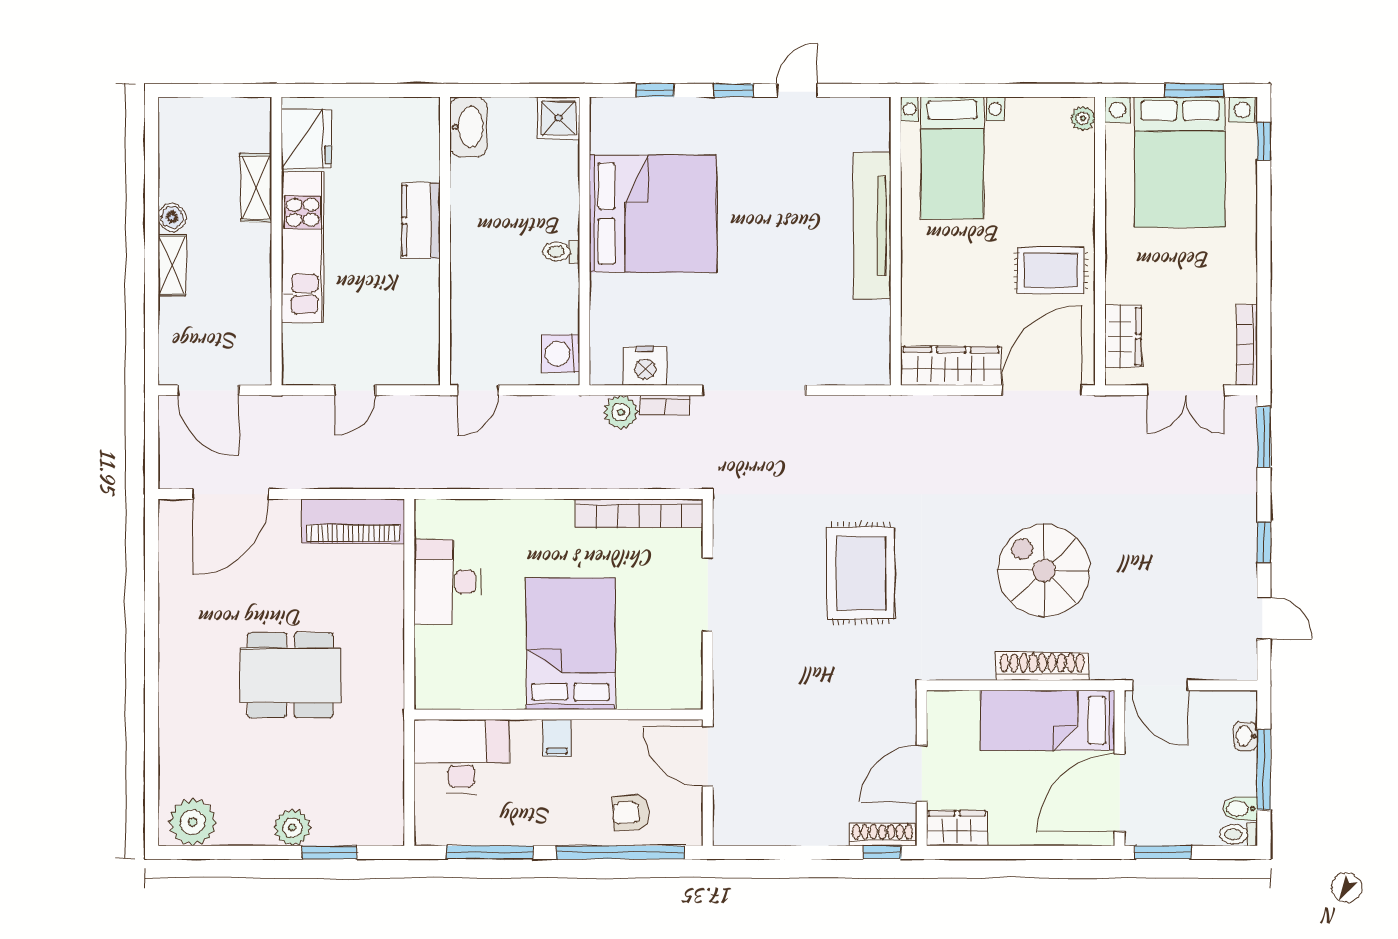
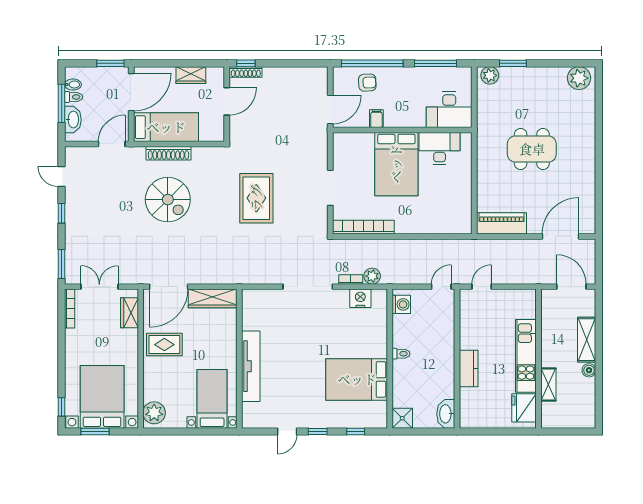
plant: (1083, 118) -> (154, 413), width x1.88, depth x1.88
bed: (653, 214) -> (357, 379), width x0.73
shelving: (172, 265) -> (587, 340), width x1.50, depth x1.33
door: (355, 390) -> (482, 287), moved
desk: (447, 582) -> (440, 148), moved, turned -90
door: (1160, 685) -> (112, 144), hinge flipped
washbasin: (1246, 736) -> (73, 120), width x1.91, depth x1.45
filing cabinet: (557, 738) -> (376, 119), moved
door: (708, 757) -> (330, 110), hinge flipped
plant: (292, 827) -> (490, 75), moved
wardrobe: (957, 828) -> (191, 75), moved
toilet: (1239, 834) -> (74, 97), moved

